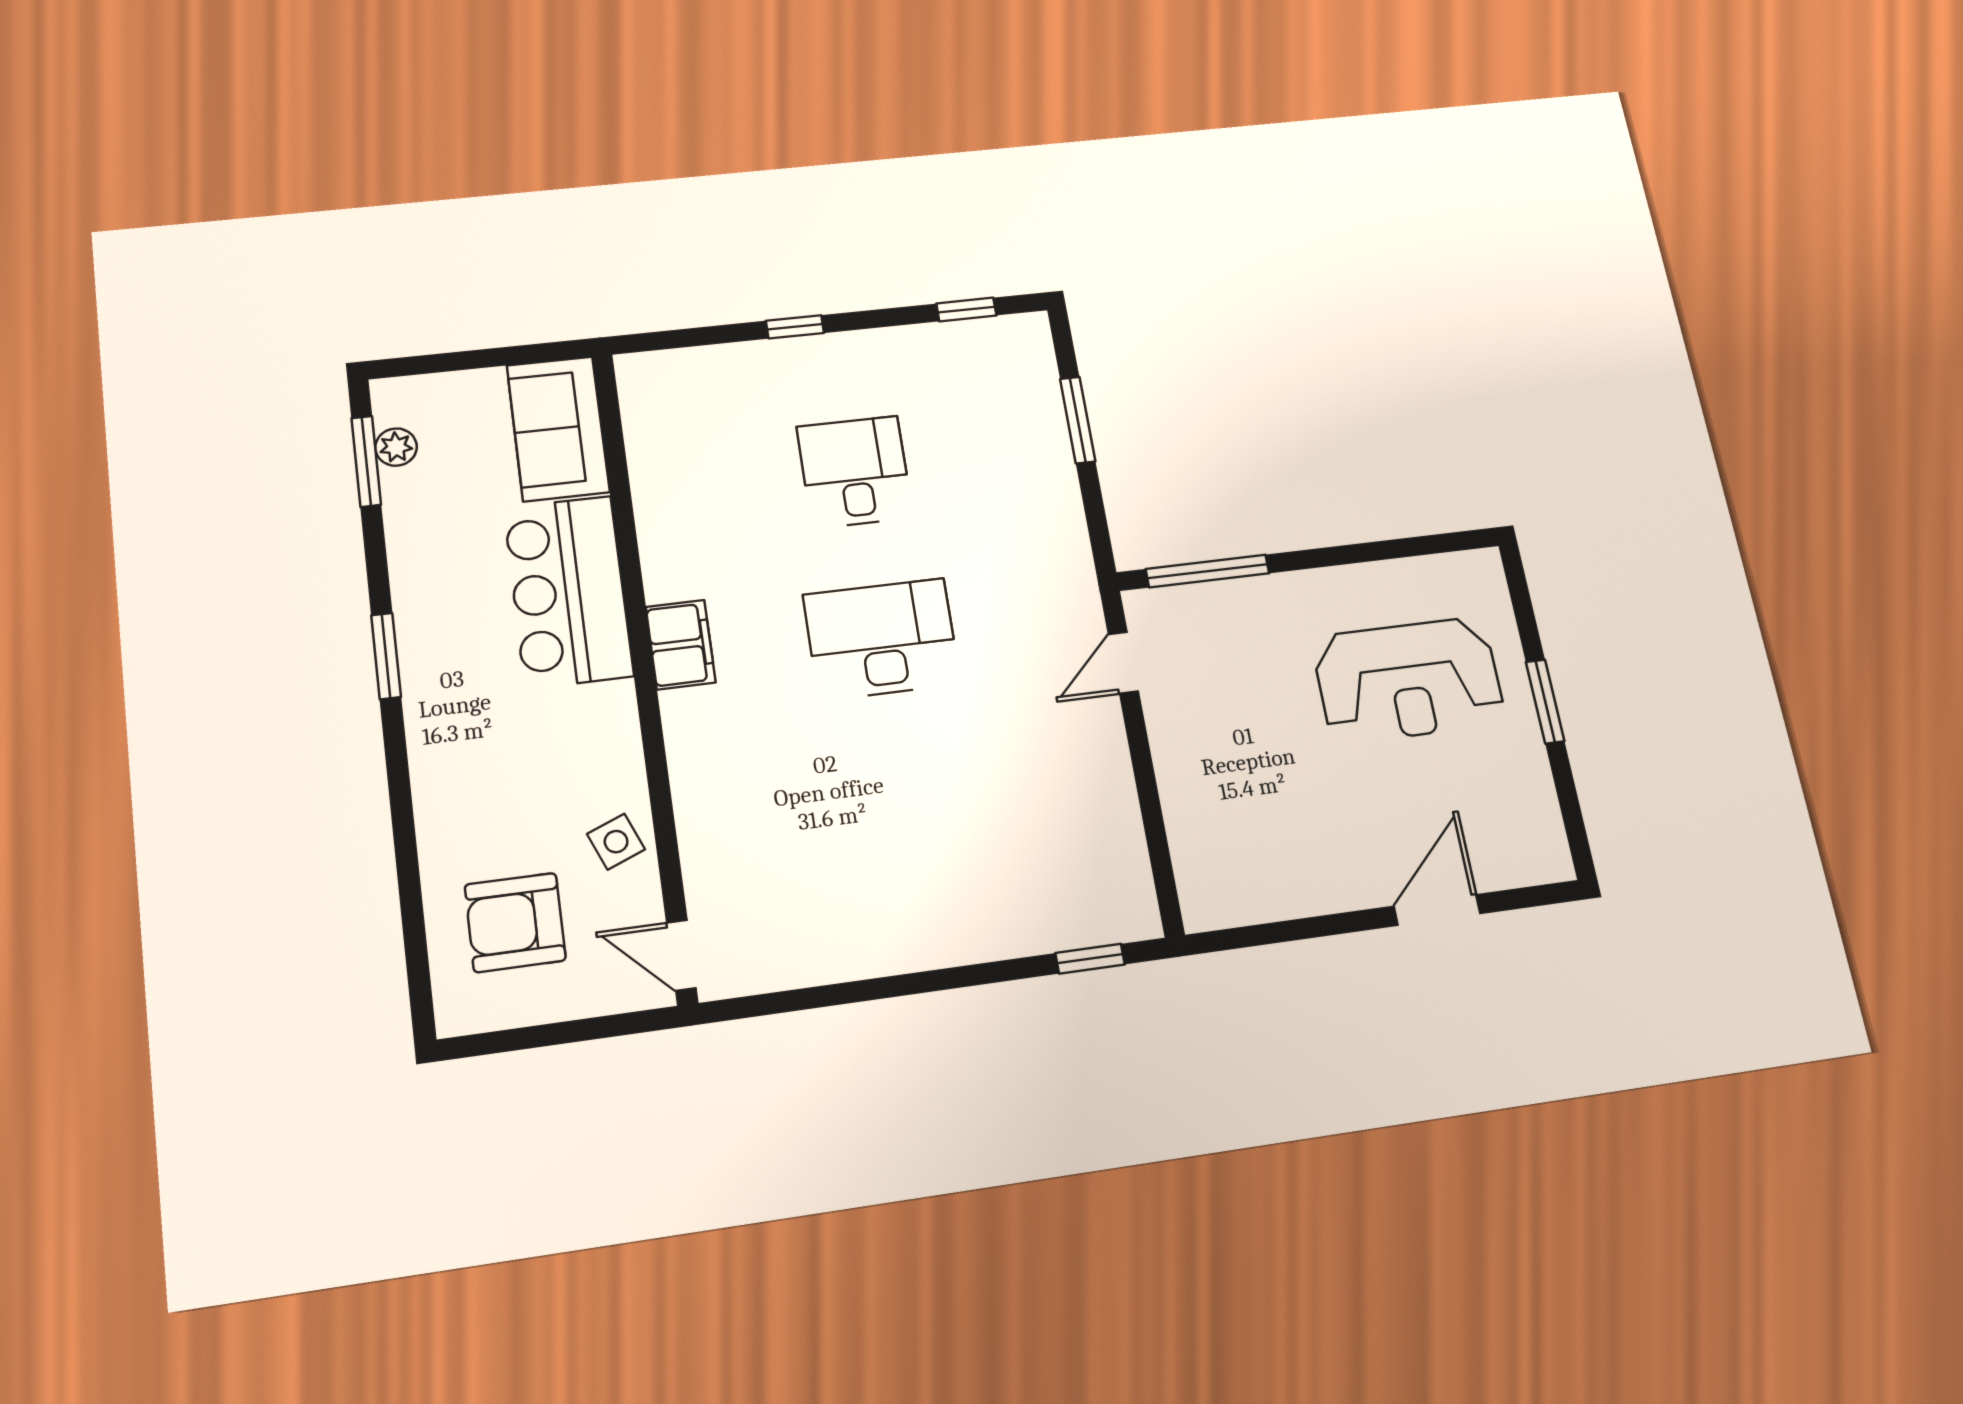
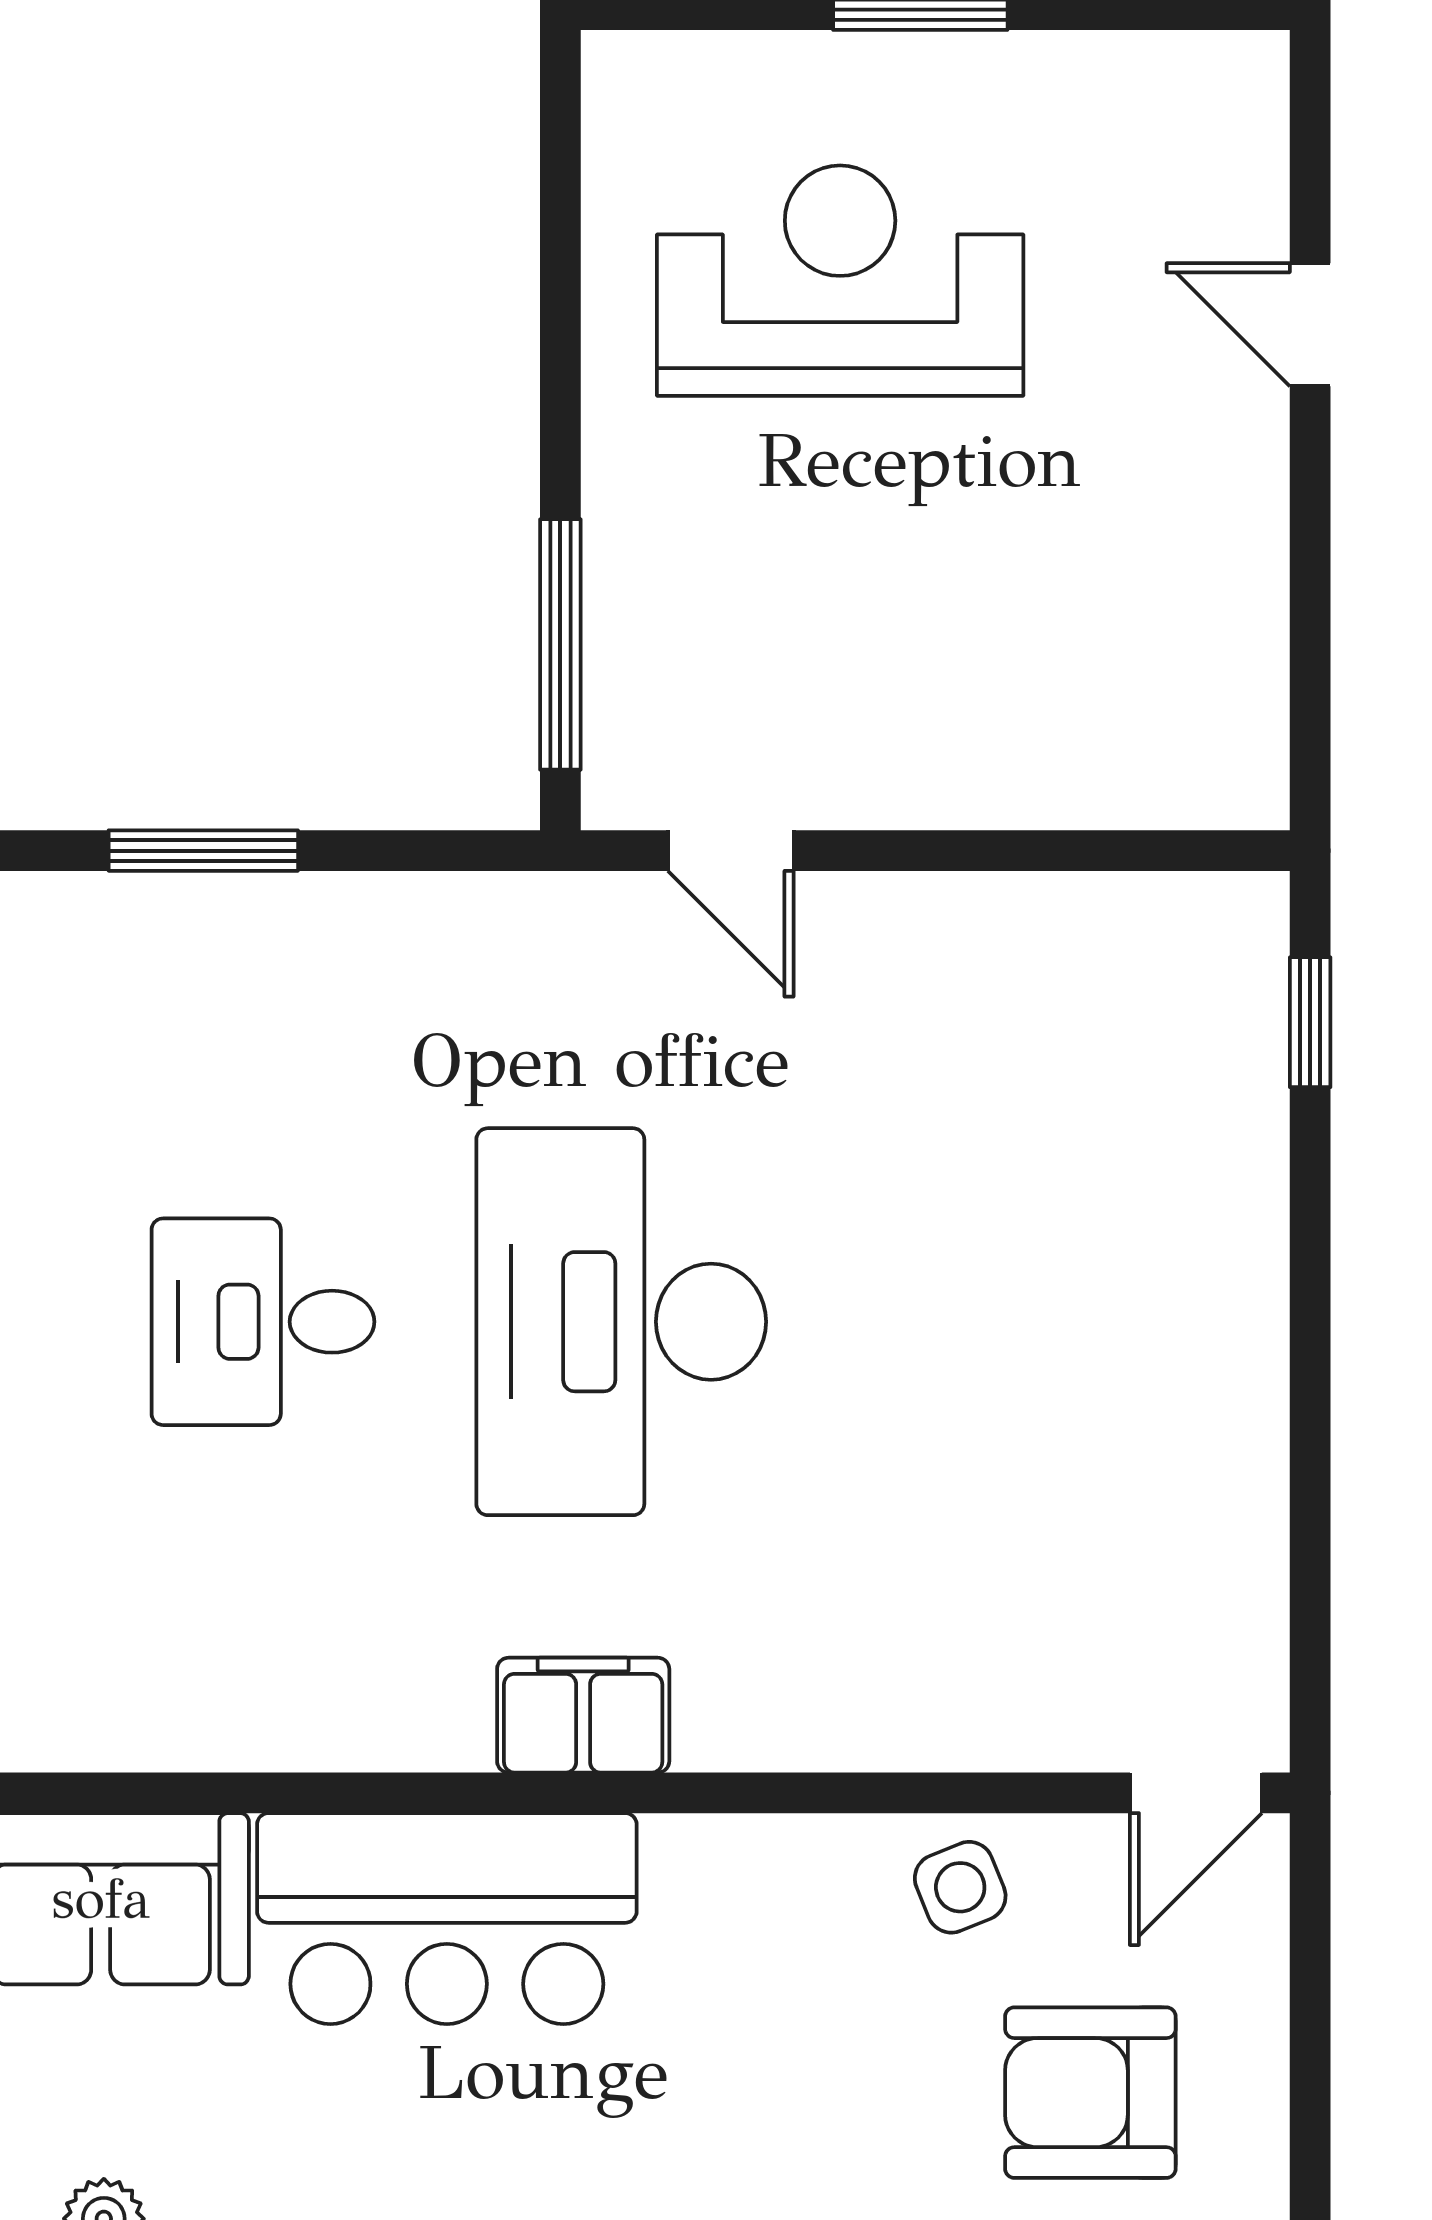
desk: (882, 639) -> (621, 1322), width x1.36, depth x1.30
reception desk: (1408, 680) -> (840, 281), turned -90
door: (1437, 910) -> (1310, 325), width x0.73
armchair: (515, 922) -> (1090, 2093), turned 90

